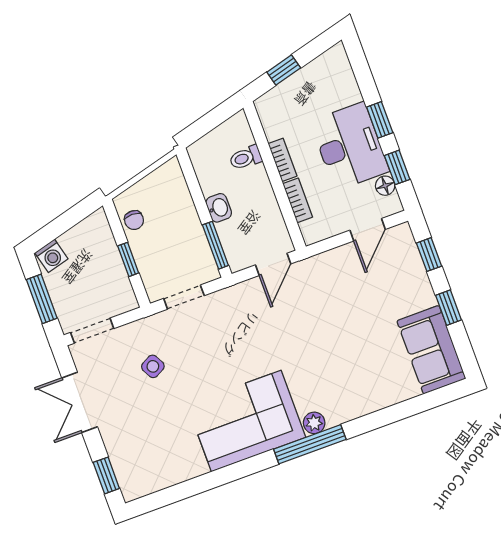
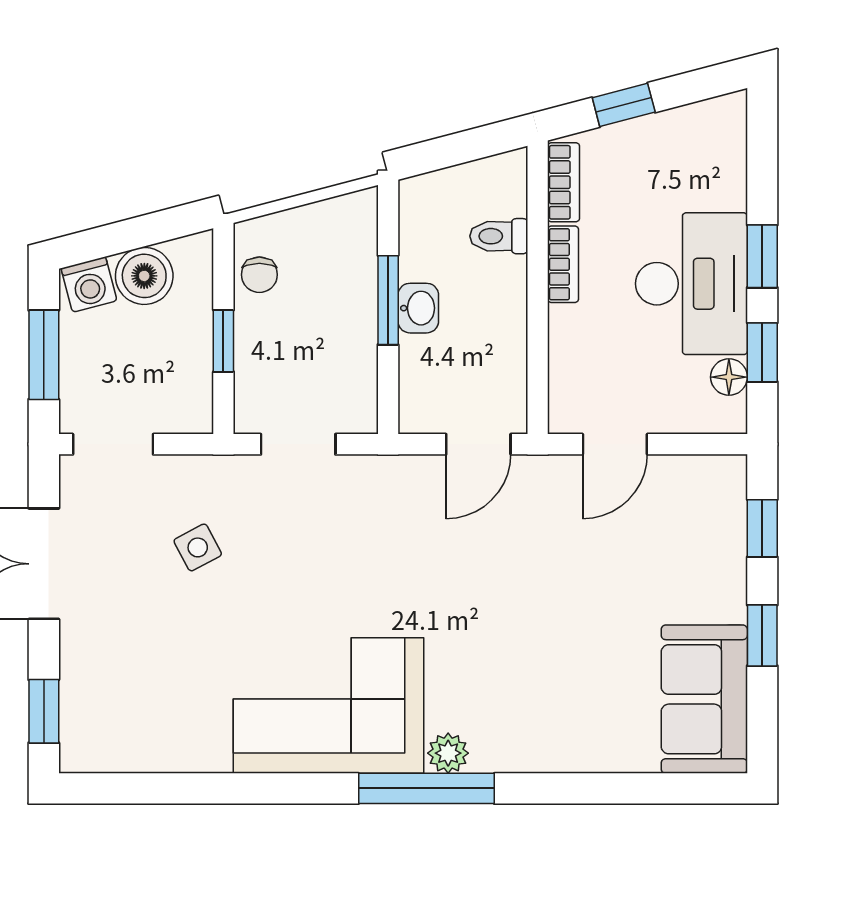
bookcase: (298, 200) -> (564, 182), moved
door: (368, 230) -> (615, 444), moved
boiler: (77, 242) -> (144, 276), added
window: (215, 245) -> (388, 300), moved

